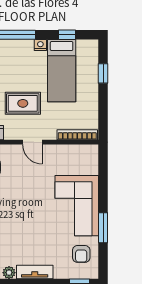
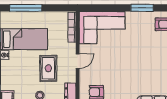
window: (103, 73) -> (26, 8), width x2.17
corner sofa: (77, 206) -> (102, 28), moved

